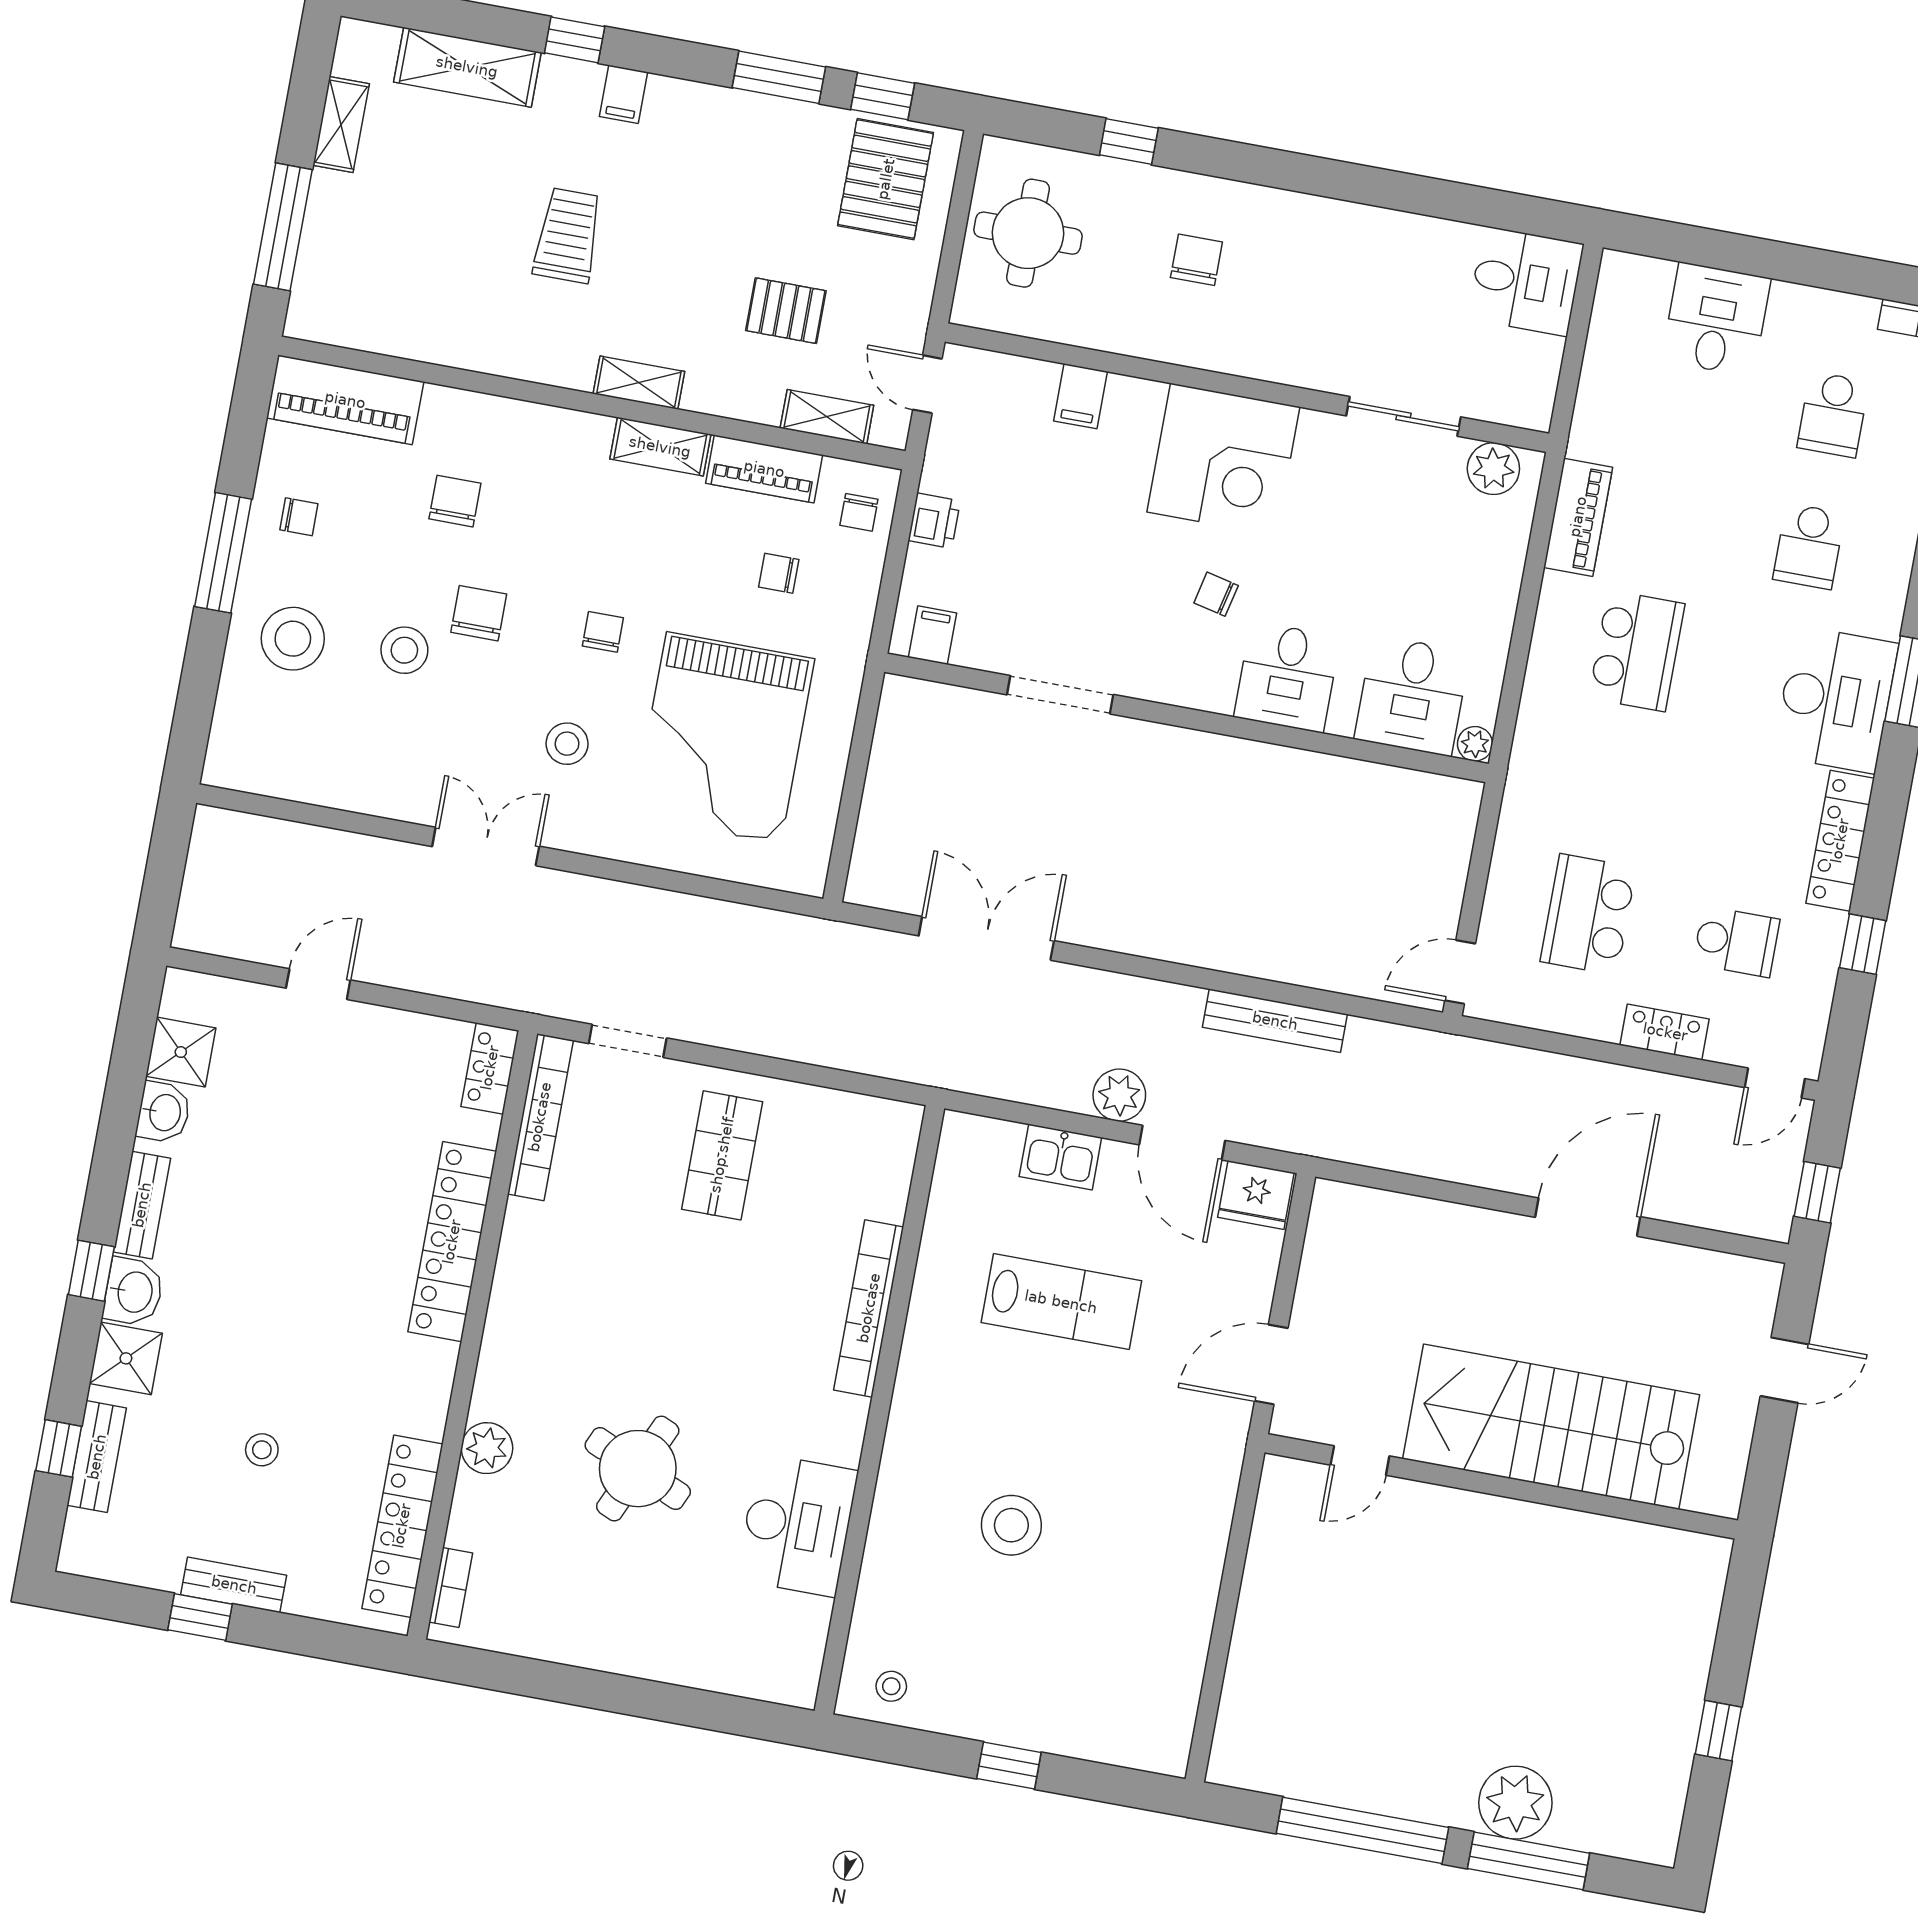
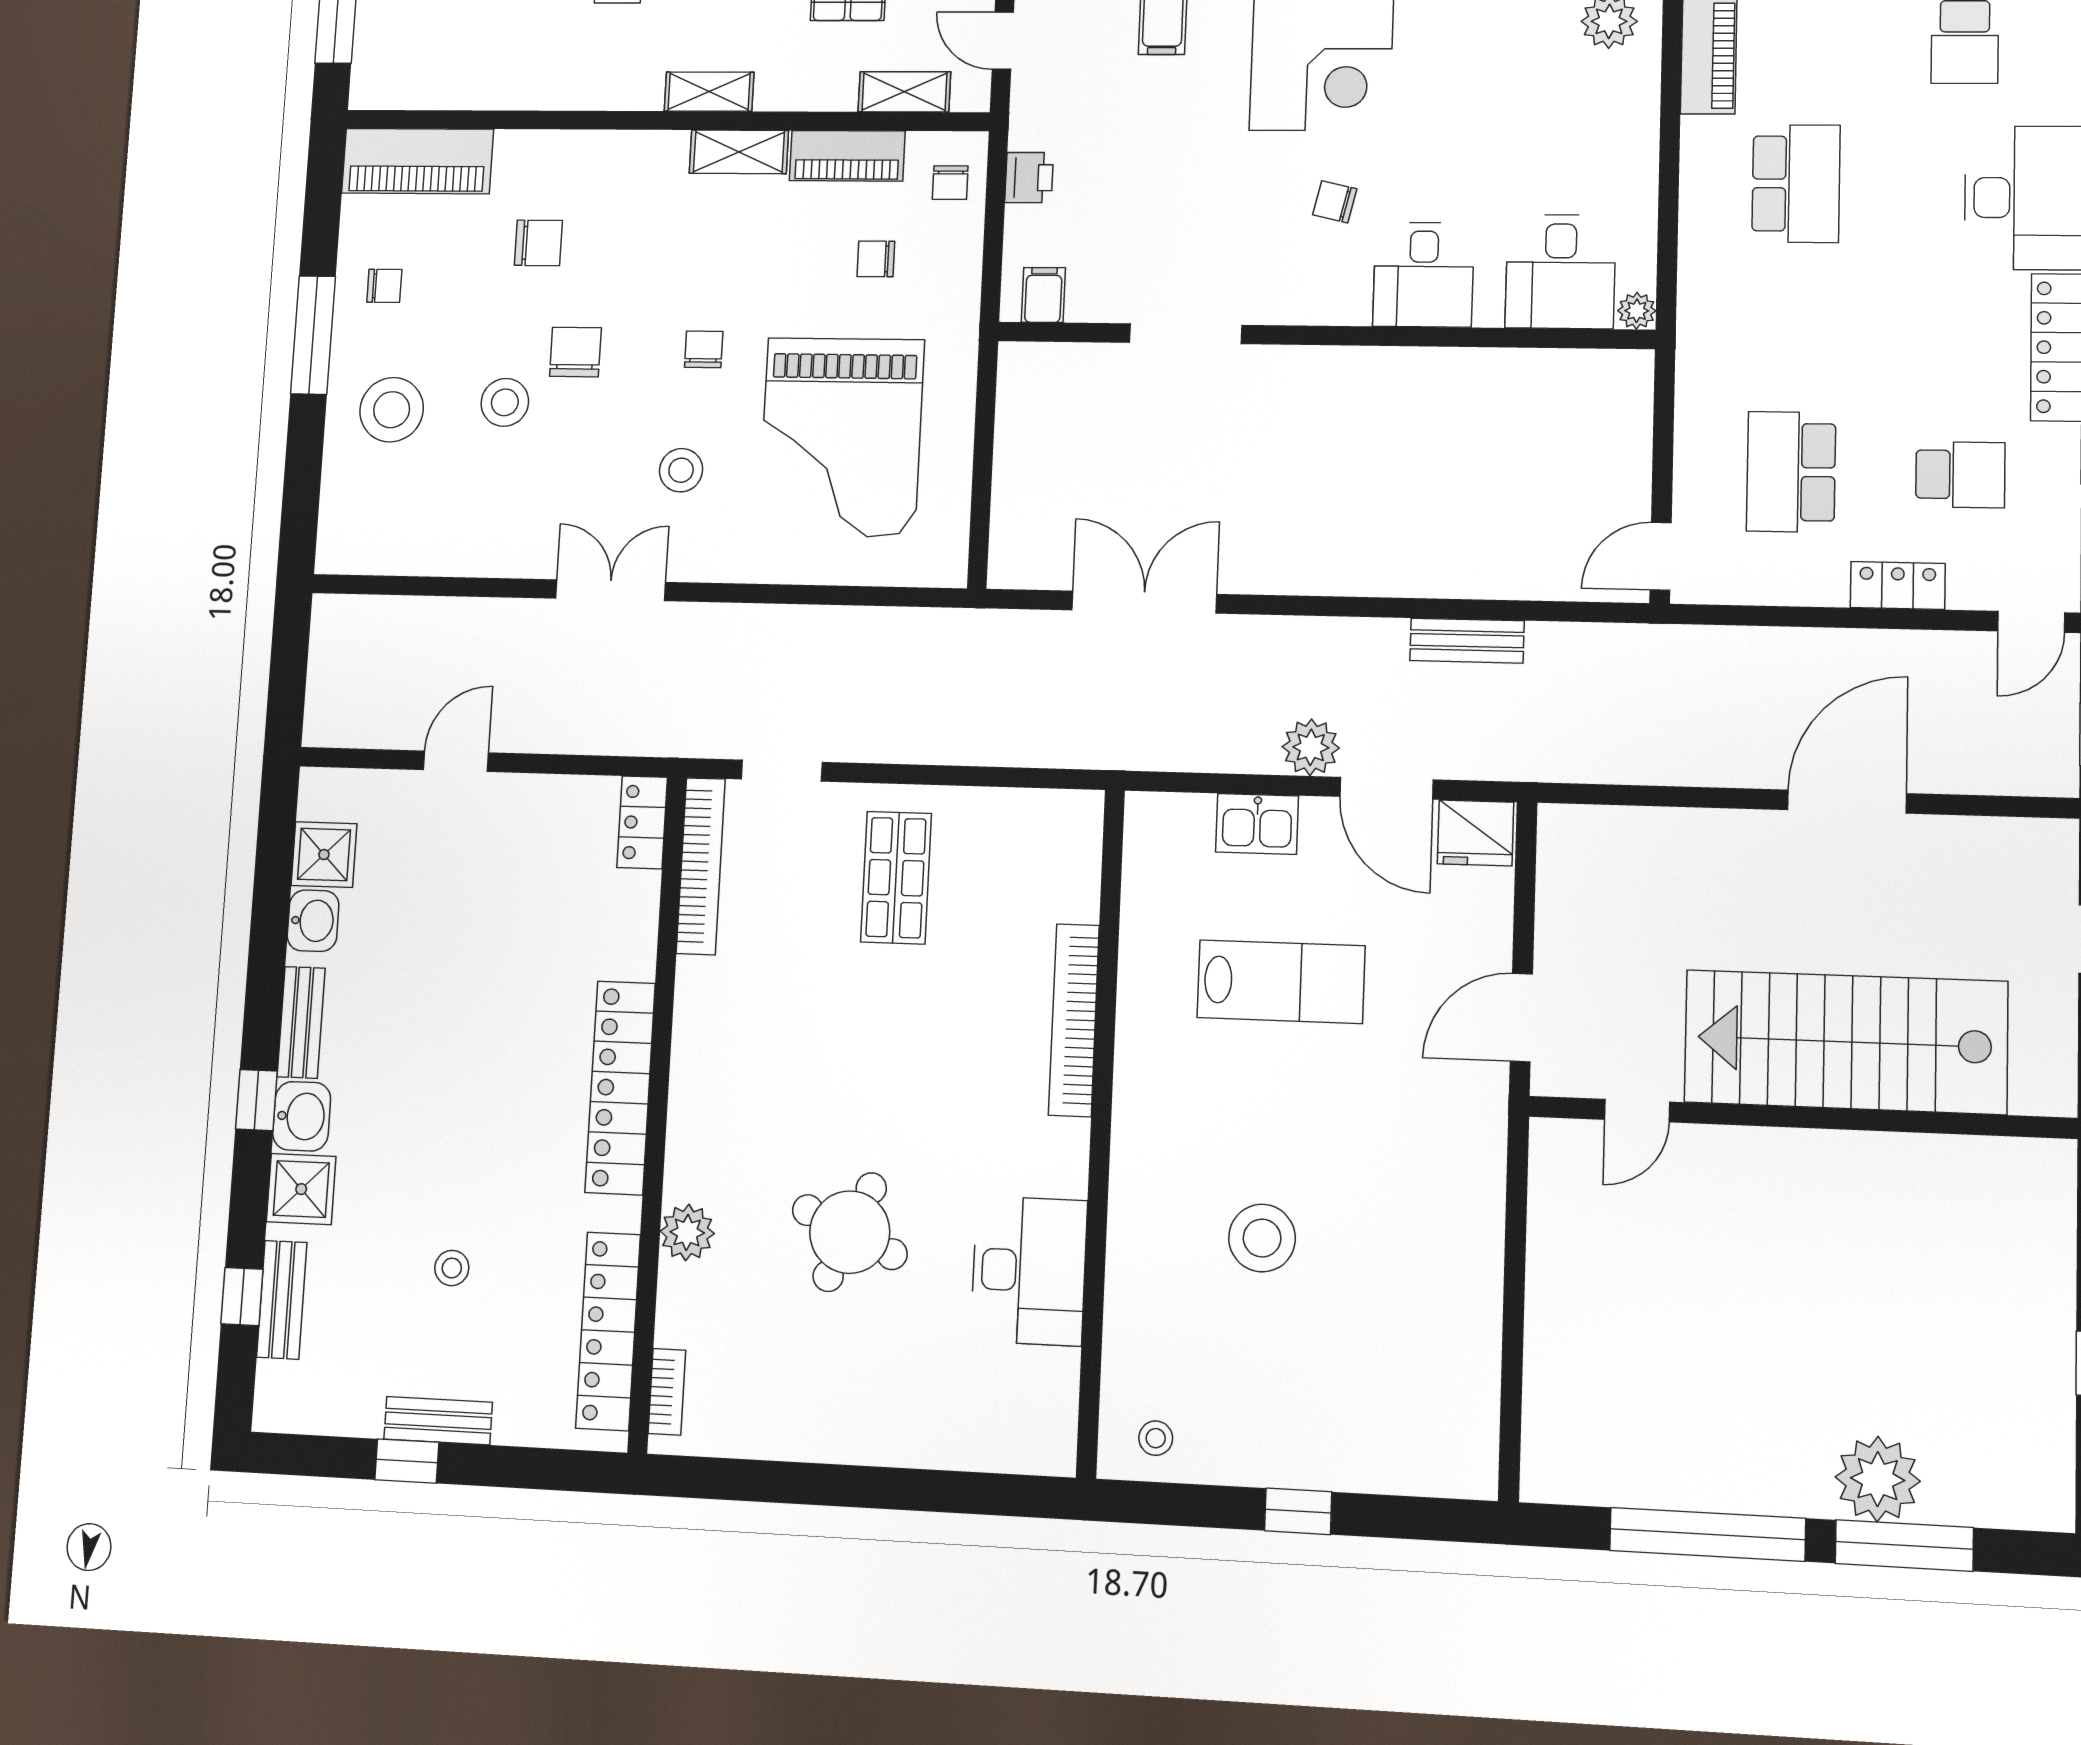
chair: (455, 501) -> (538, 243), turned 90
bench: (1275, 1021) -> (1467, 641), width x0.73
locker: (452, 1242) -> (620, 1088), moved

